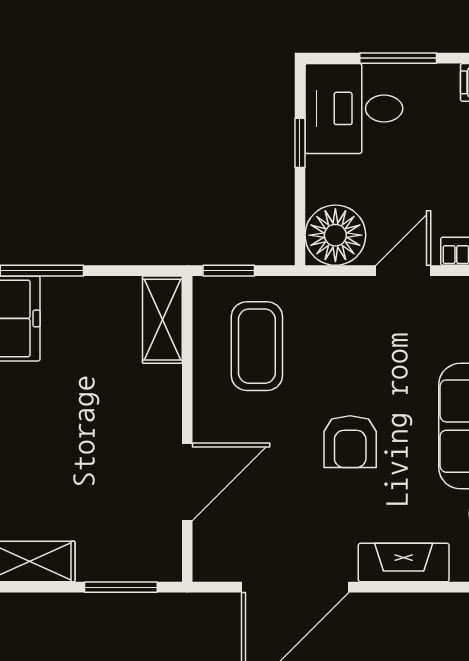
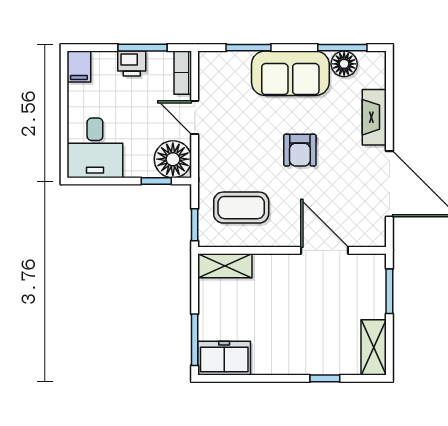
window: (398, 58) -> (64, 121), removed
window: (300, 143) -> (156, 181), moved
armchair: (350, 442) -> (300, 150), turned 90

